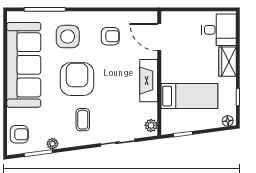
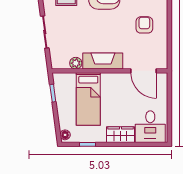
armchair: (110, 36) -> (144, 25), turned 180
door: (159, 37) -> (144, 71), swing flipped
plant: (151, 125) -> (76, 63), moved

